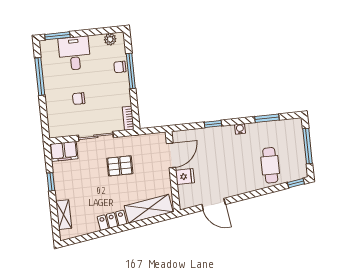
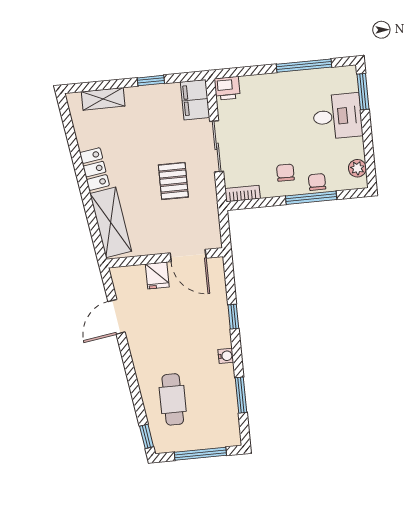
chair: (79, 99) -> (285, 173), moved
printer: (56, 129) -> (227, 88), added
cafe table: (270, 165) -> (173, 399), turned 90

